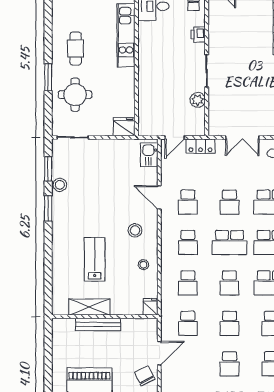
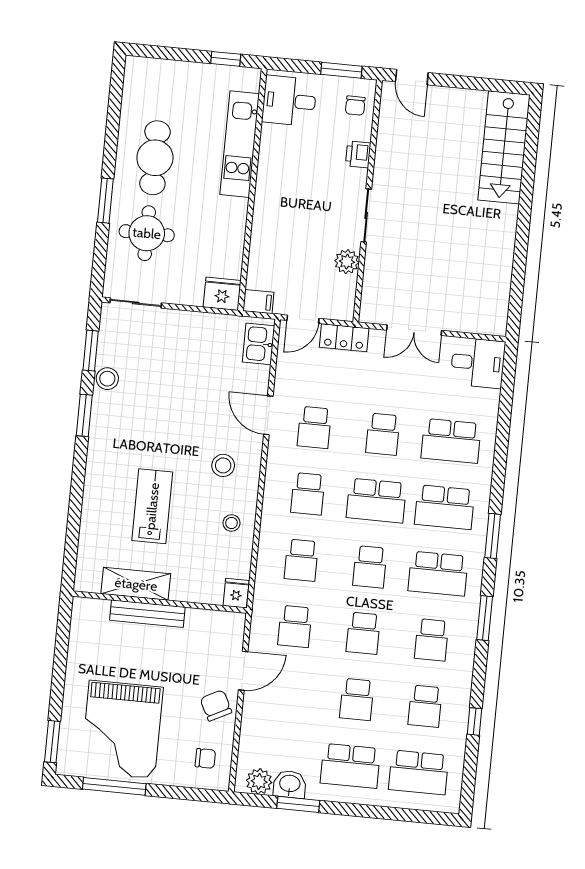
cafe table: (76, 49) -> (155, 158), width x1.37, depth x1.35
filing cabinet: (147, 129) -> (258, 302), added

